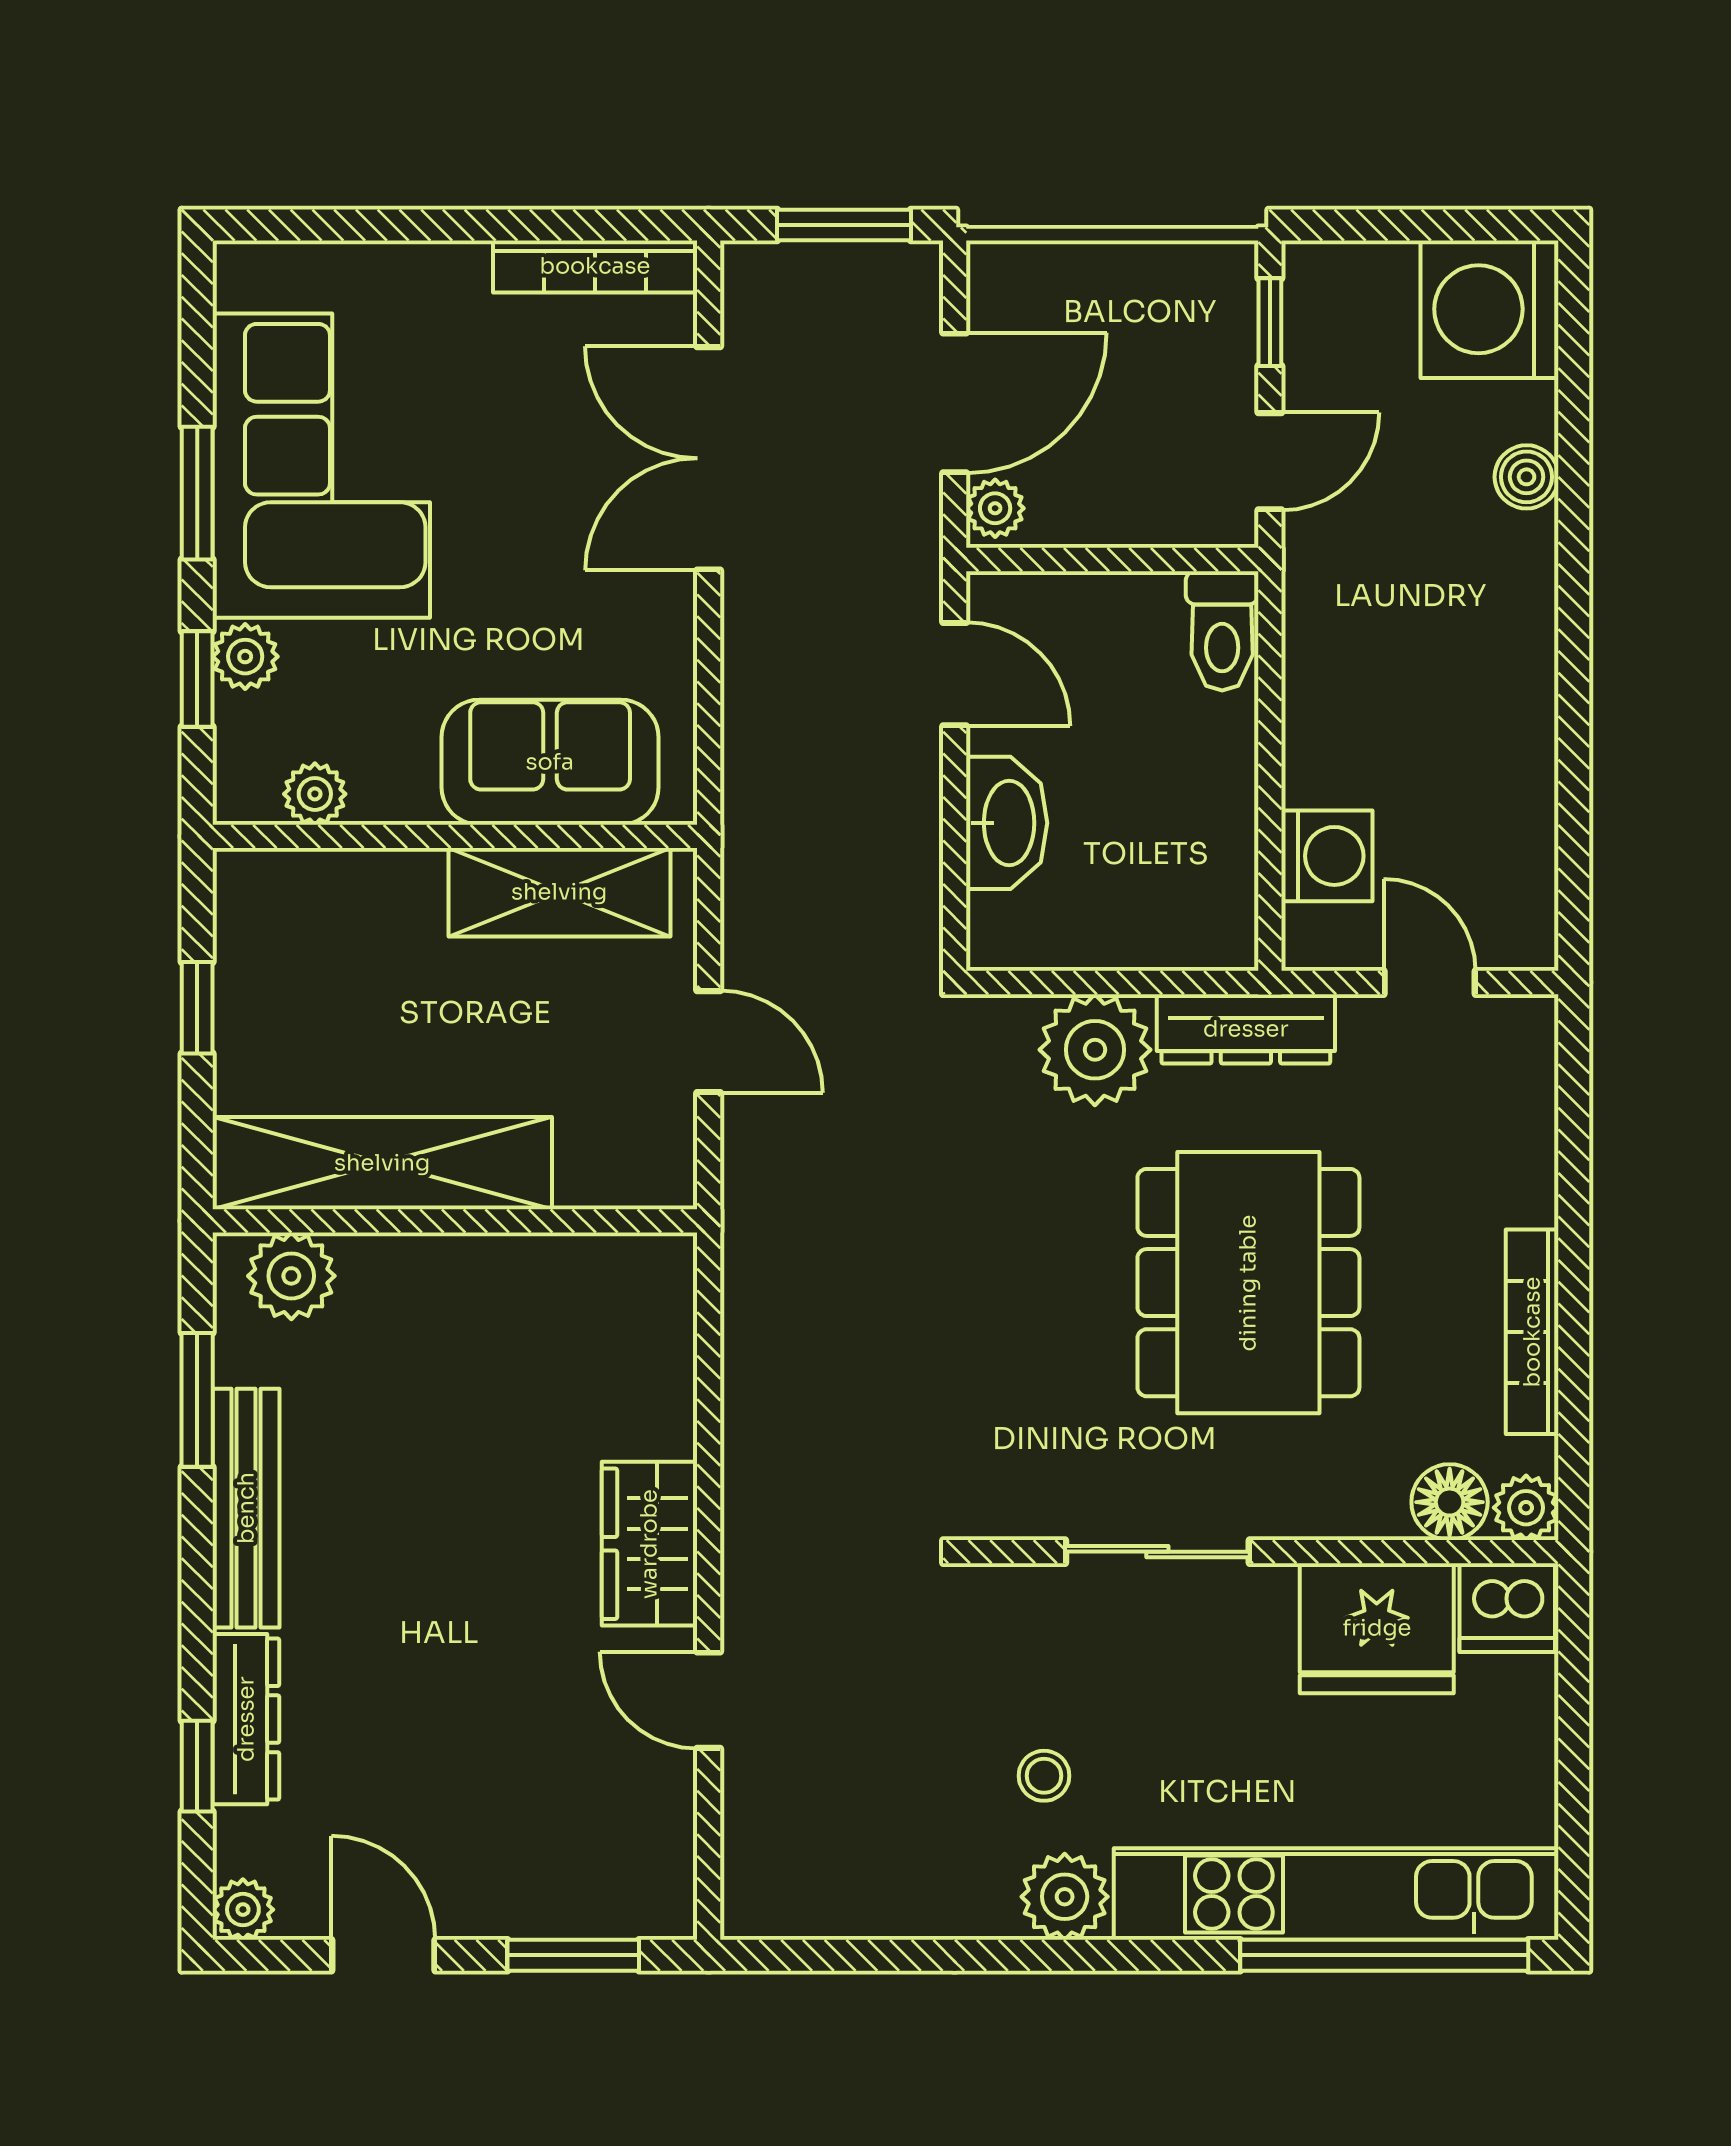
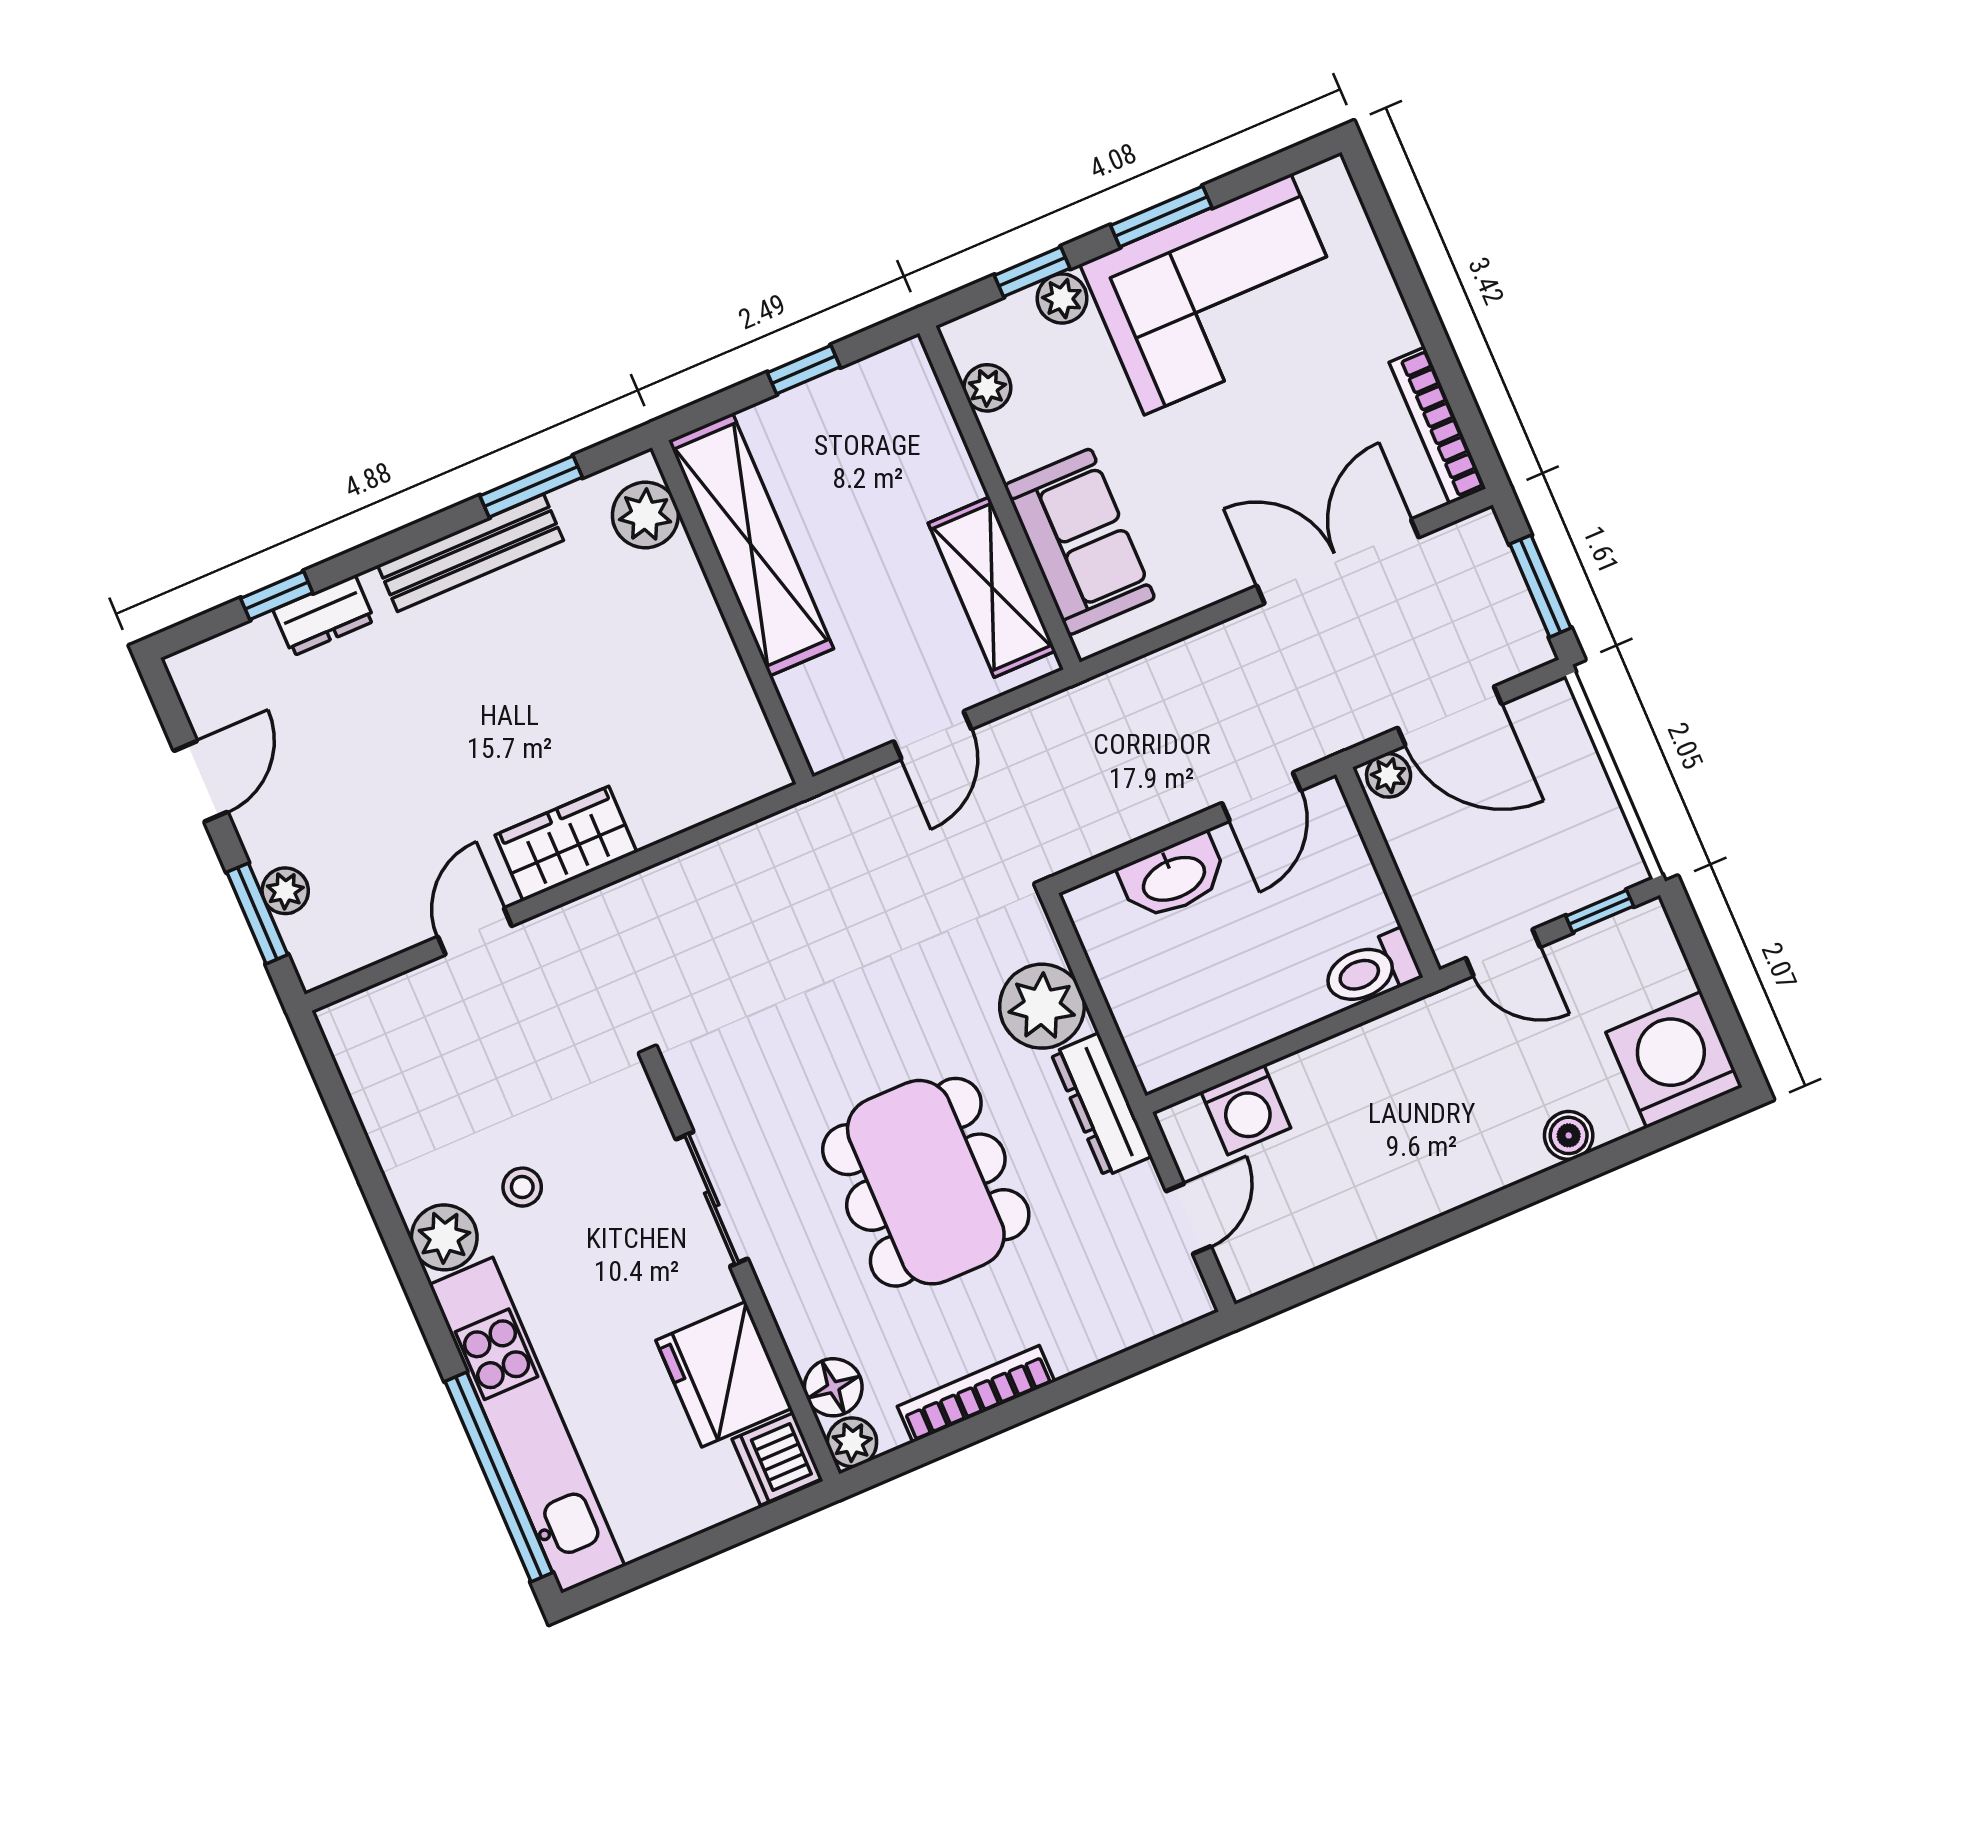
dining table: (1248, 1283) -> (926, 1182), turned 90
dresser: (246, 1719) -> (324, 615), width x0.70
plant: (243, 1910) -> (285, 891), moved

